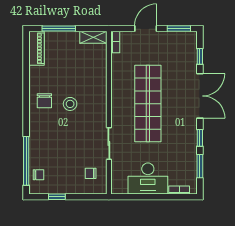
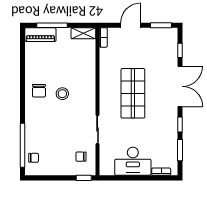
piano: (36, 48) -> (40, 35), moved, turned 90
shop shelf: (148, 104) -> (133, 93), width x0.71
window: (57, 197) -> (84, 178), moved

